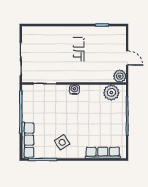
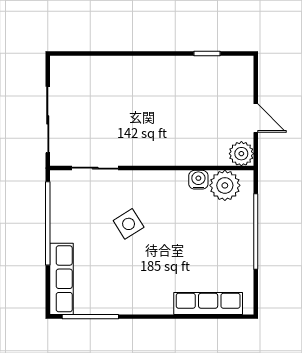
water cooler: (74, 90) -> (198, 180), moved
side table: (62, 142) -> (129, 224), moved

